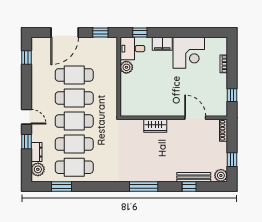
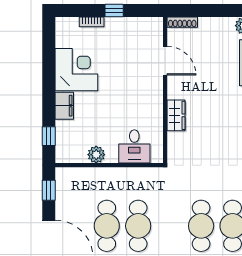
desk: (132, 49) -> (134, 146), moved
window: (232, 95) -> (114, 11), moved
door: (195, 118) -> (165, 61), swing flipped
cafe table: (74, 121) -> (170, 226), removed
window: (232, 160) -> (222, 11), removed

